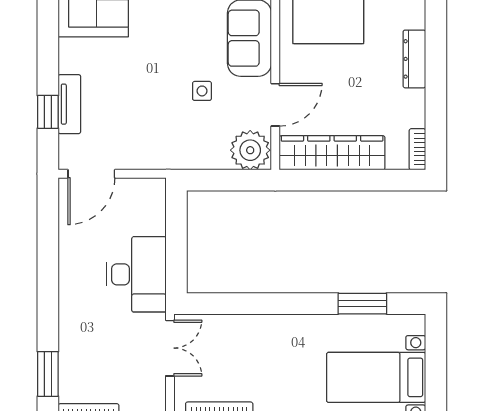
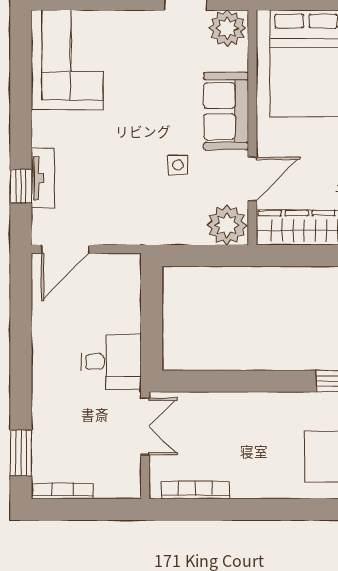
desk: (136, 274) -> (111, 362), width x0.73

